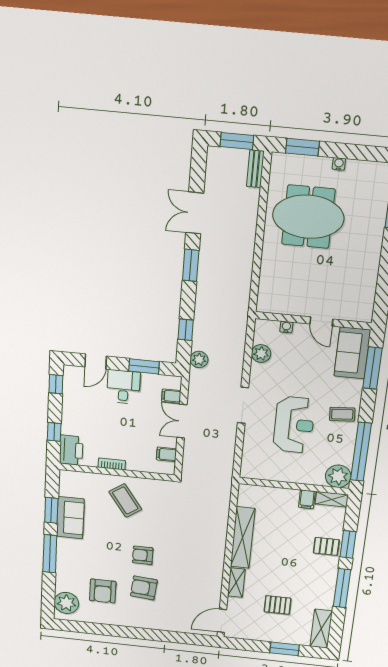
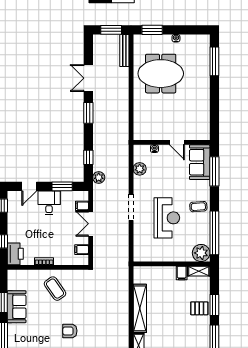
bench: (255, 169) -> (124, 50), width x1.36

